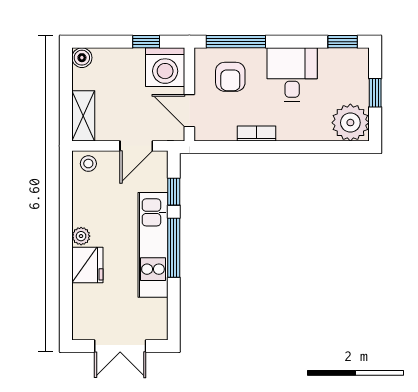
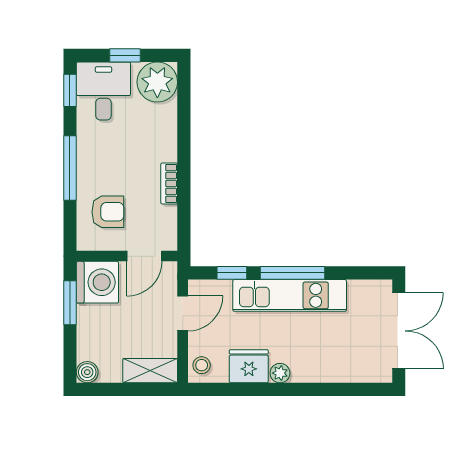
window: (146, 42) -> (70, 303), width x1.50
window: (236, 42) -> (70, 168), moved
desk: (292, 75) -> (103, 91), moved, turned 90
door: (136, 146) -> (183, 313), hinge flipped
fridge: (87, 265) -> (249, 366), moved
double door: (120, 346) -> (399, 331), width x1.37

